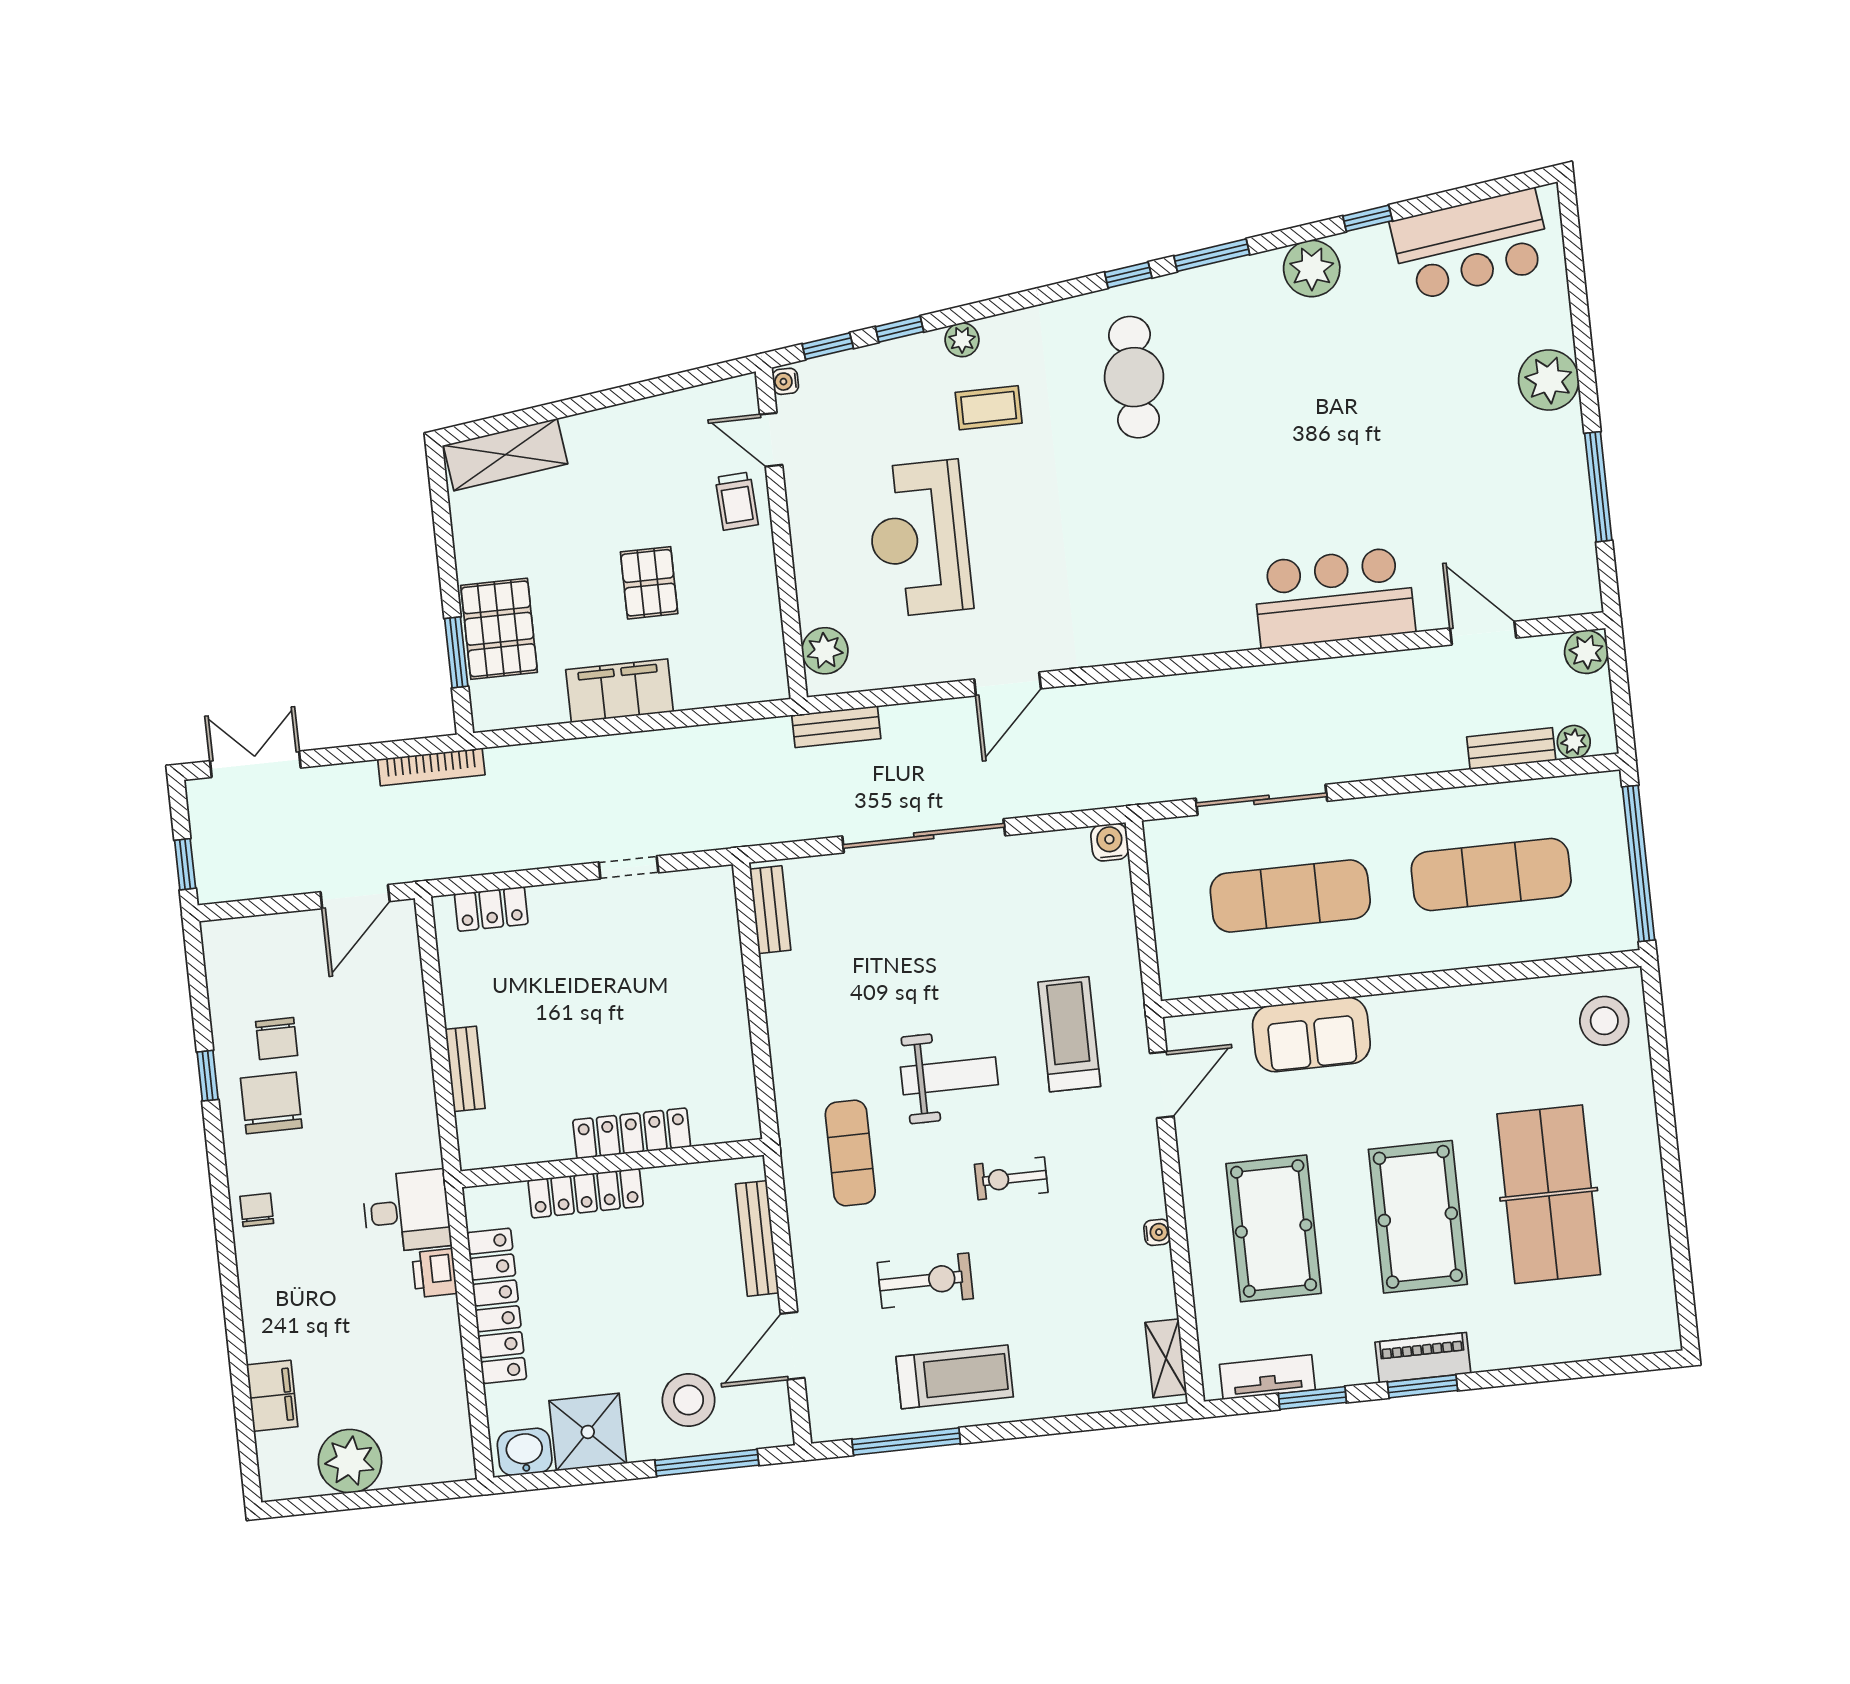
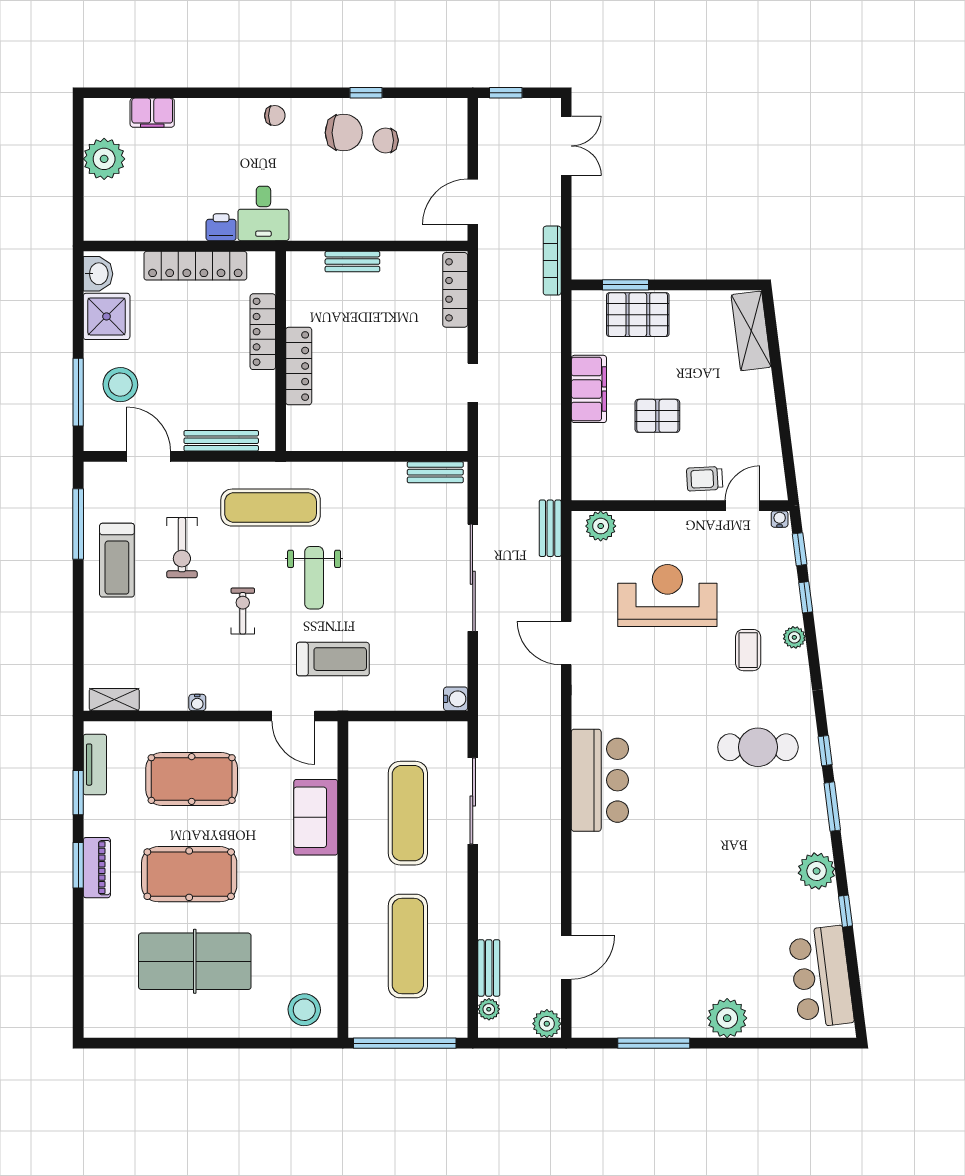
bar counter: (1334, 598) -> (600, 780), moved
door: (355, 897) -> (473, 202), hinge flipped
locker: (491, 909) -> (455, 290), width x1.53
exercise mat: (850, 1153) -> (271, 508), width x1.36, depth x1.45

